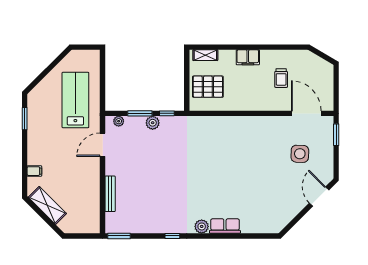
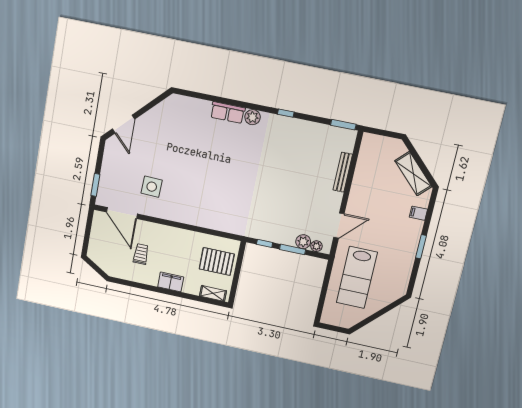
window: (25, 119) -> (421, 247), moved
plant: (153, 123) -> (303, 242), moved
side table: (300, 154) -> (152, 187), moved

